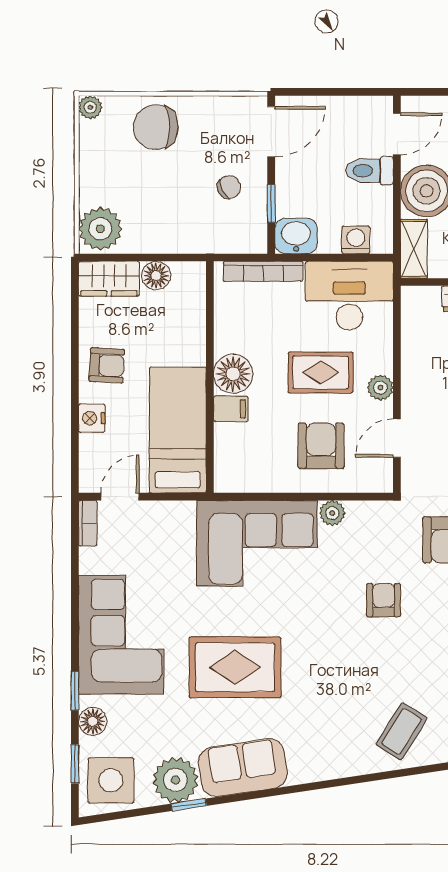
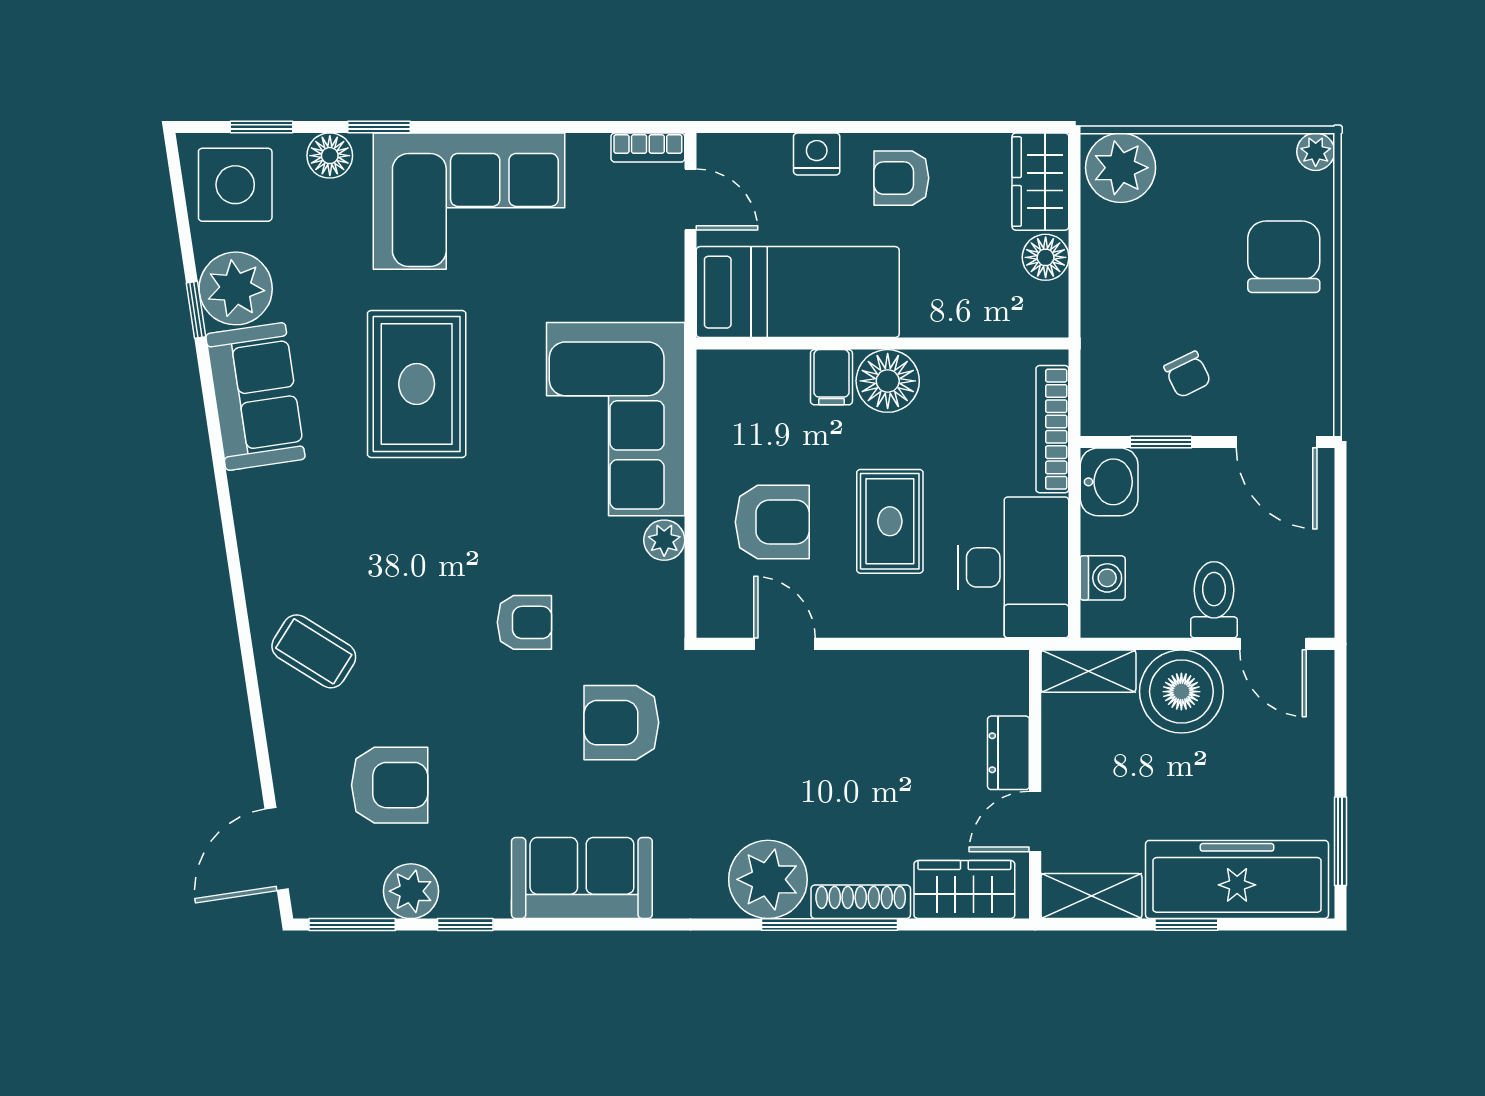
armchair: (107, 365) -> (901, 178), turned 87
plant: (380, 388) -> (866, 617), removed

